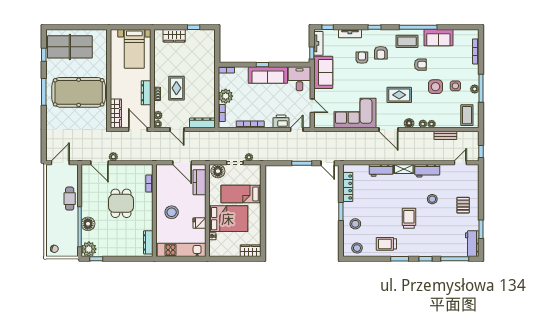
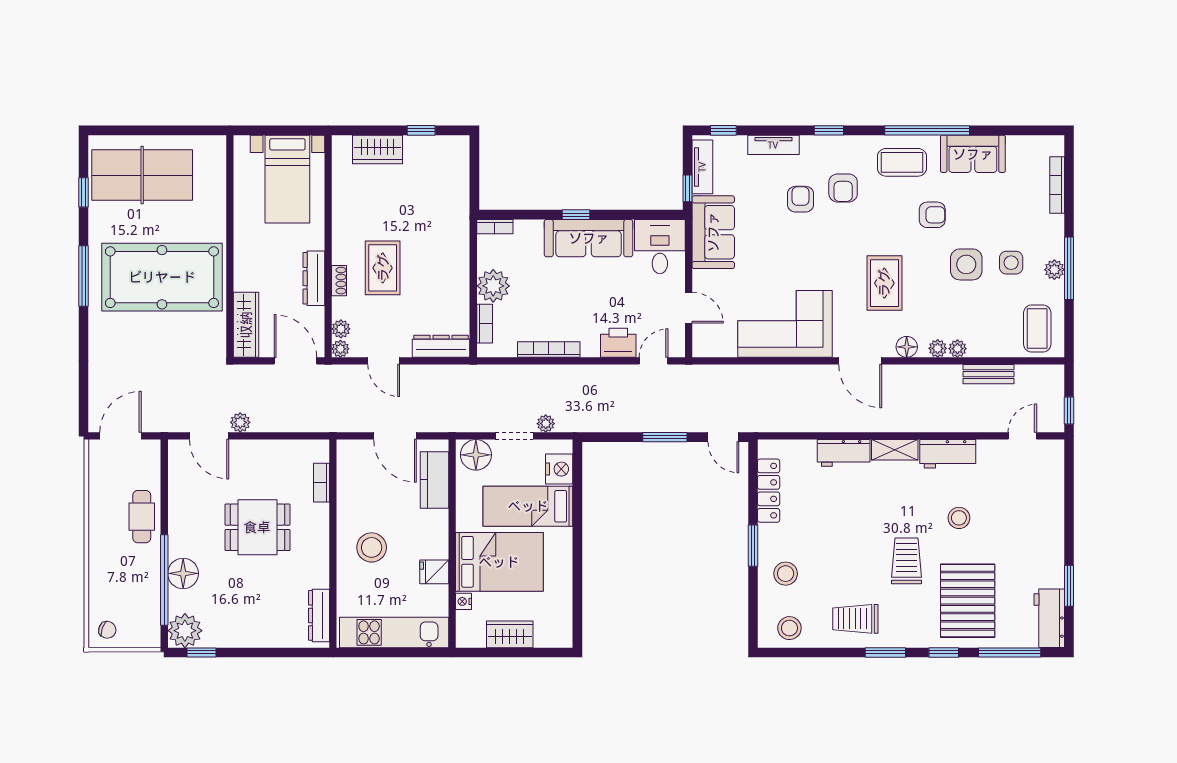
rug: (399, 95) -> (884, 283), turned 90
nightstand: (255, 177) -> (559, 469), added
dining table: (121, 203) -> (257, 527), turned 90
pallet: (463, 205) -> (968, 601), moved, width x2.05, depth x2.00
wardrobe: (251, 251) -> (510, 634), moved

